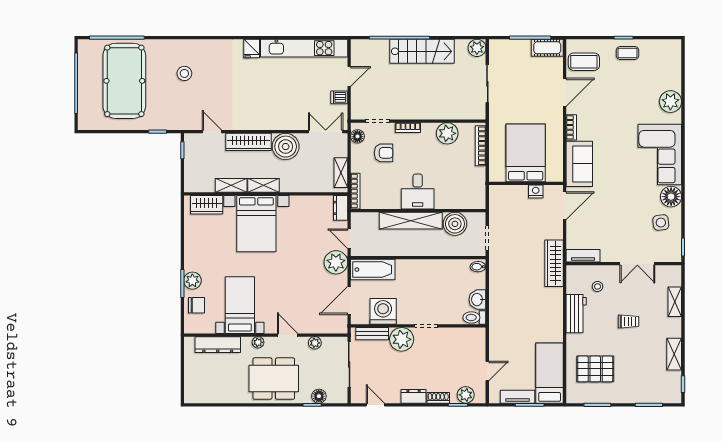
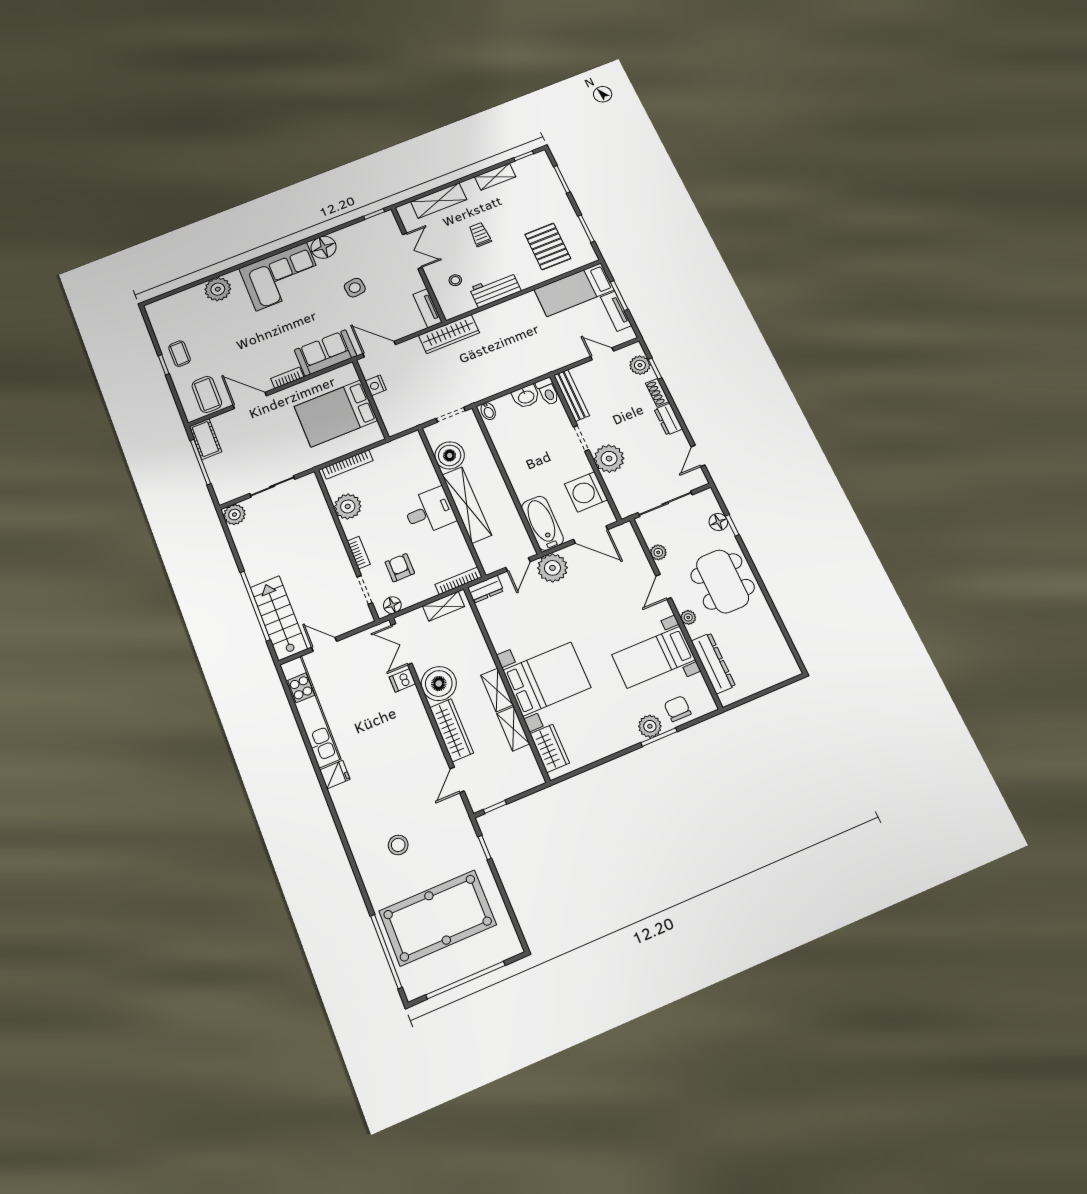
stairs: (422, 51) -> (279, 618), moved
dishwasher: (339, 97) -> (402, 680), moved, turned 90
side table: (661, 223) -> (355, 288), moved
shelving: (675, 302) -> (439, 201), width x1.50, depth x1.33
bench: (372, 334) -> (572, 395), moved, width x1.36

